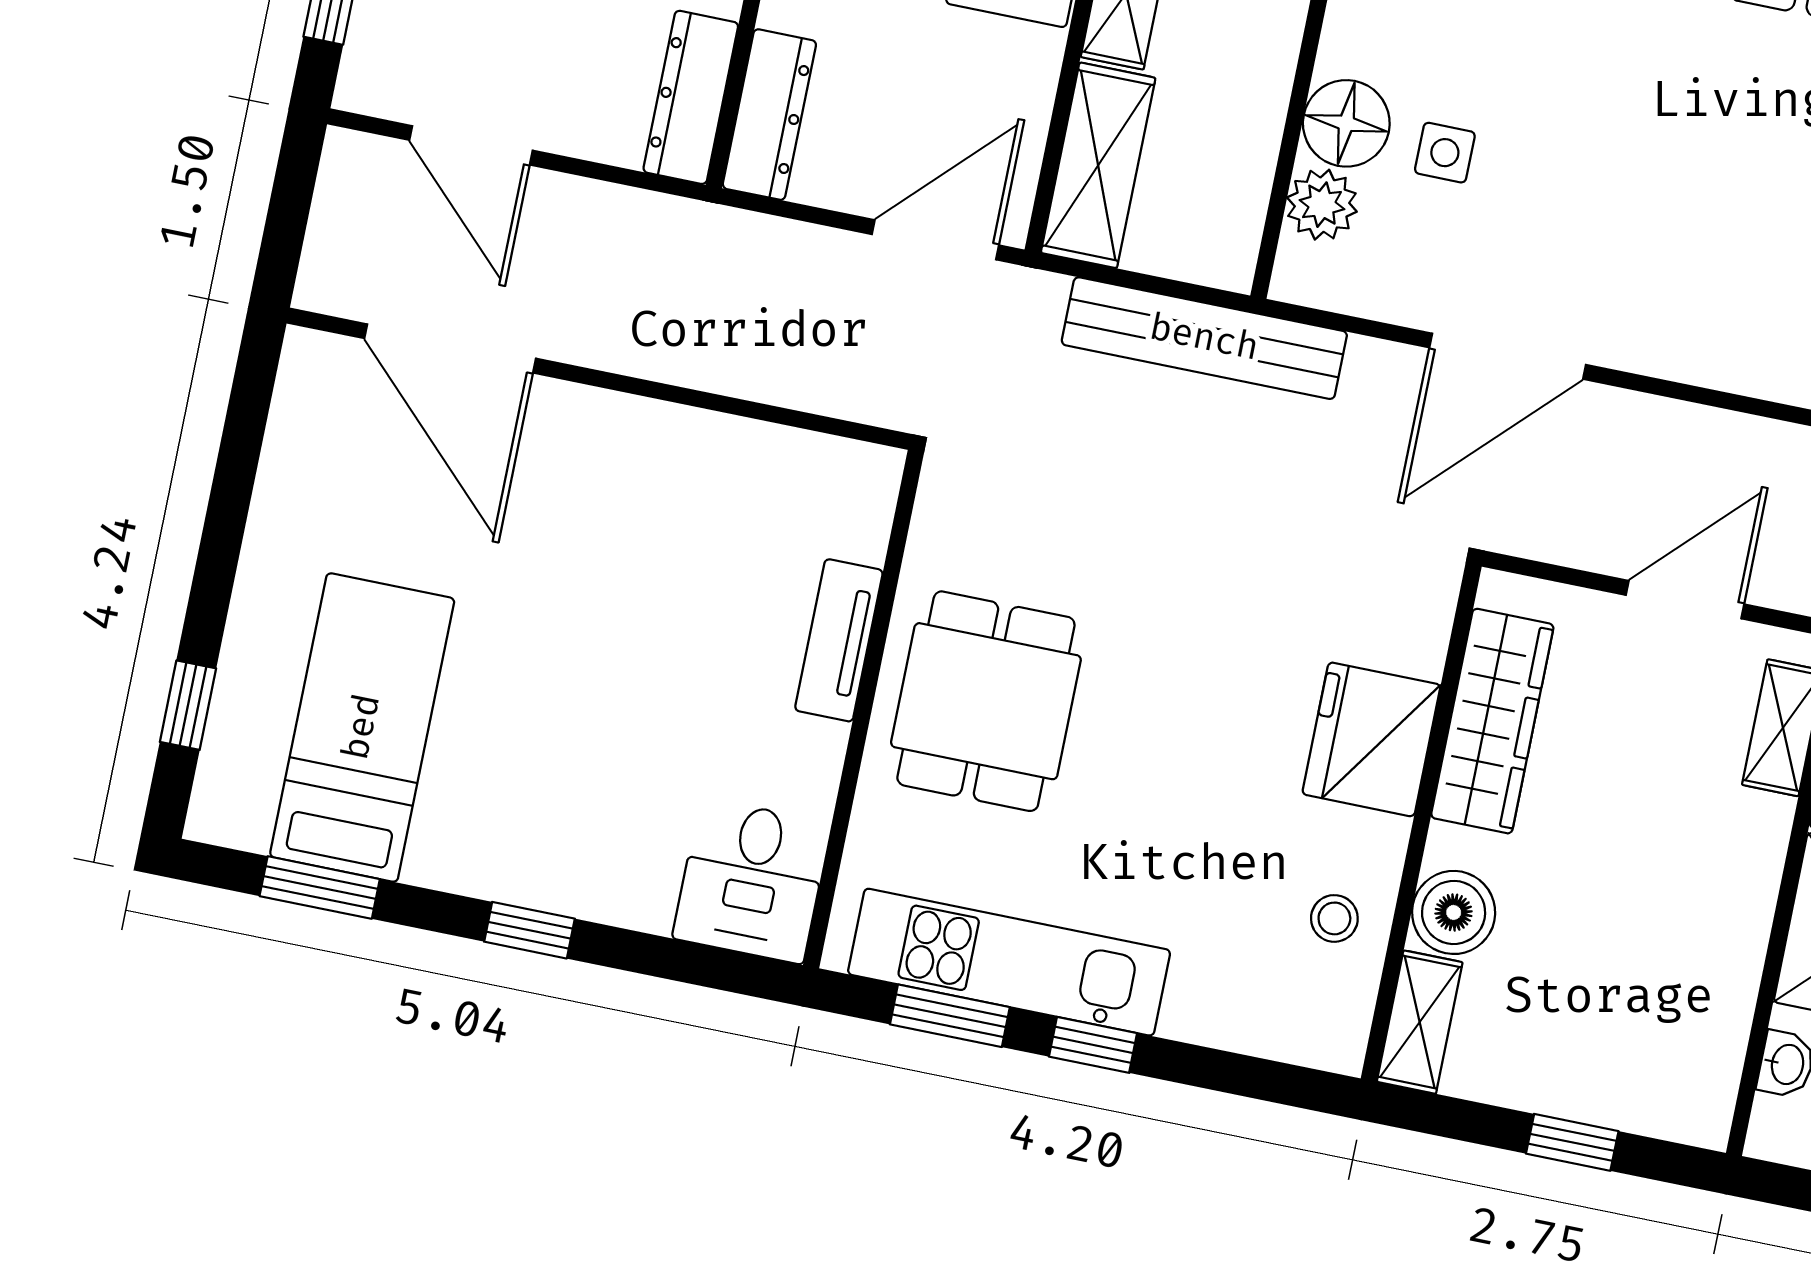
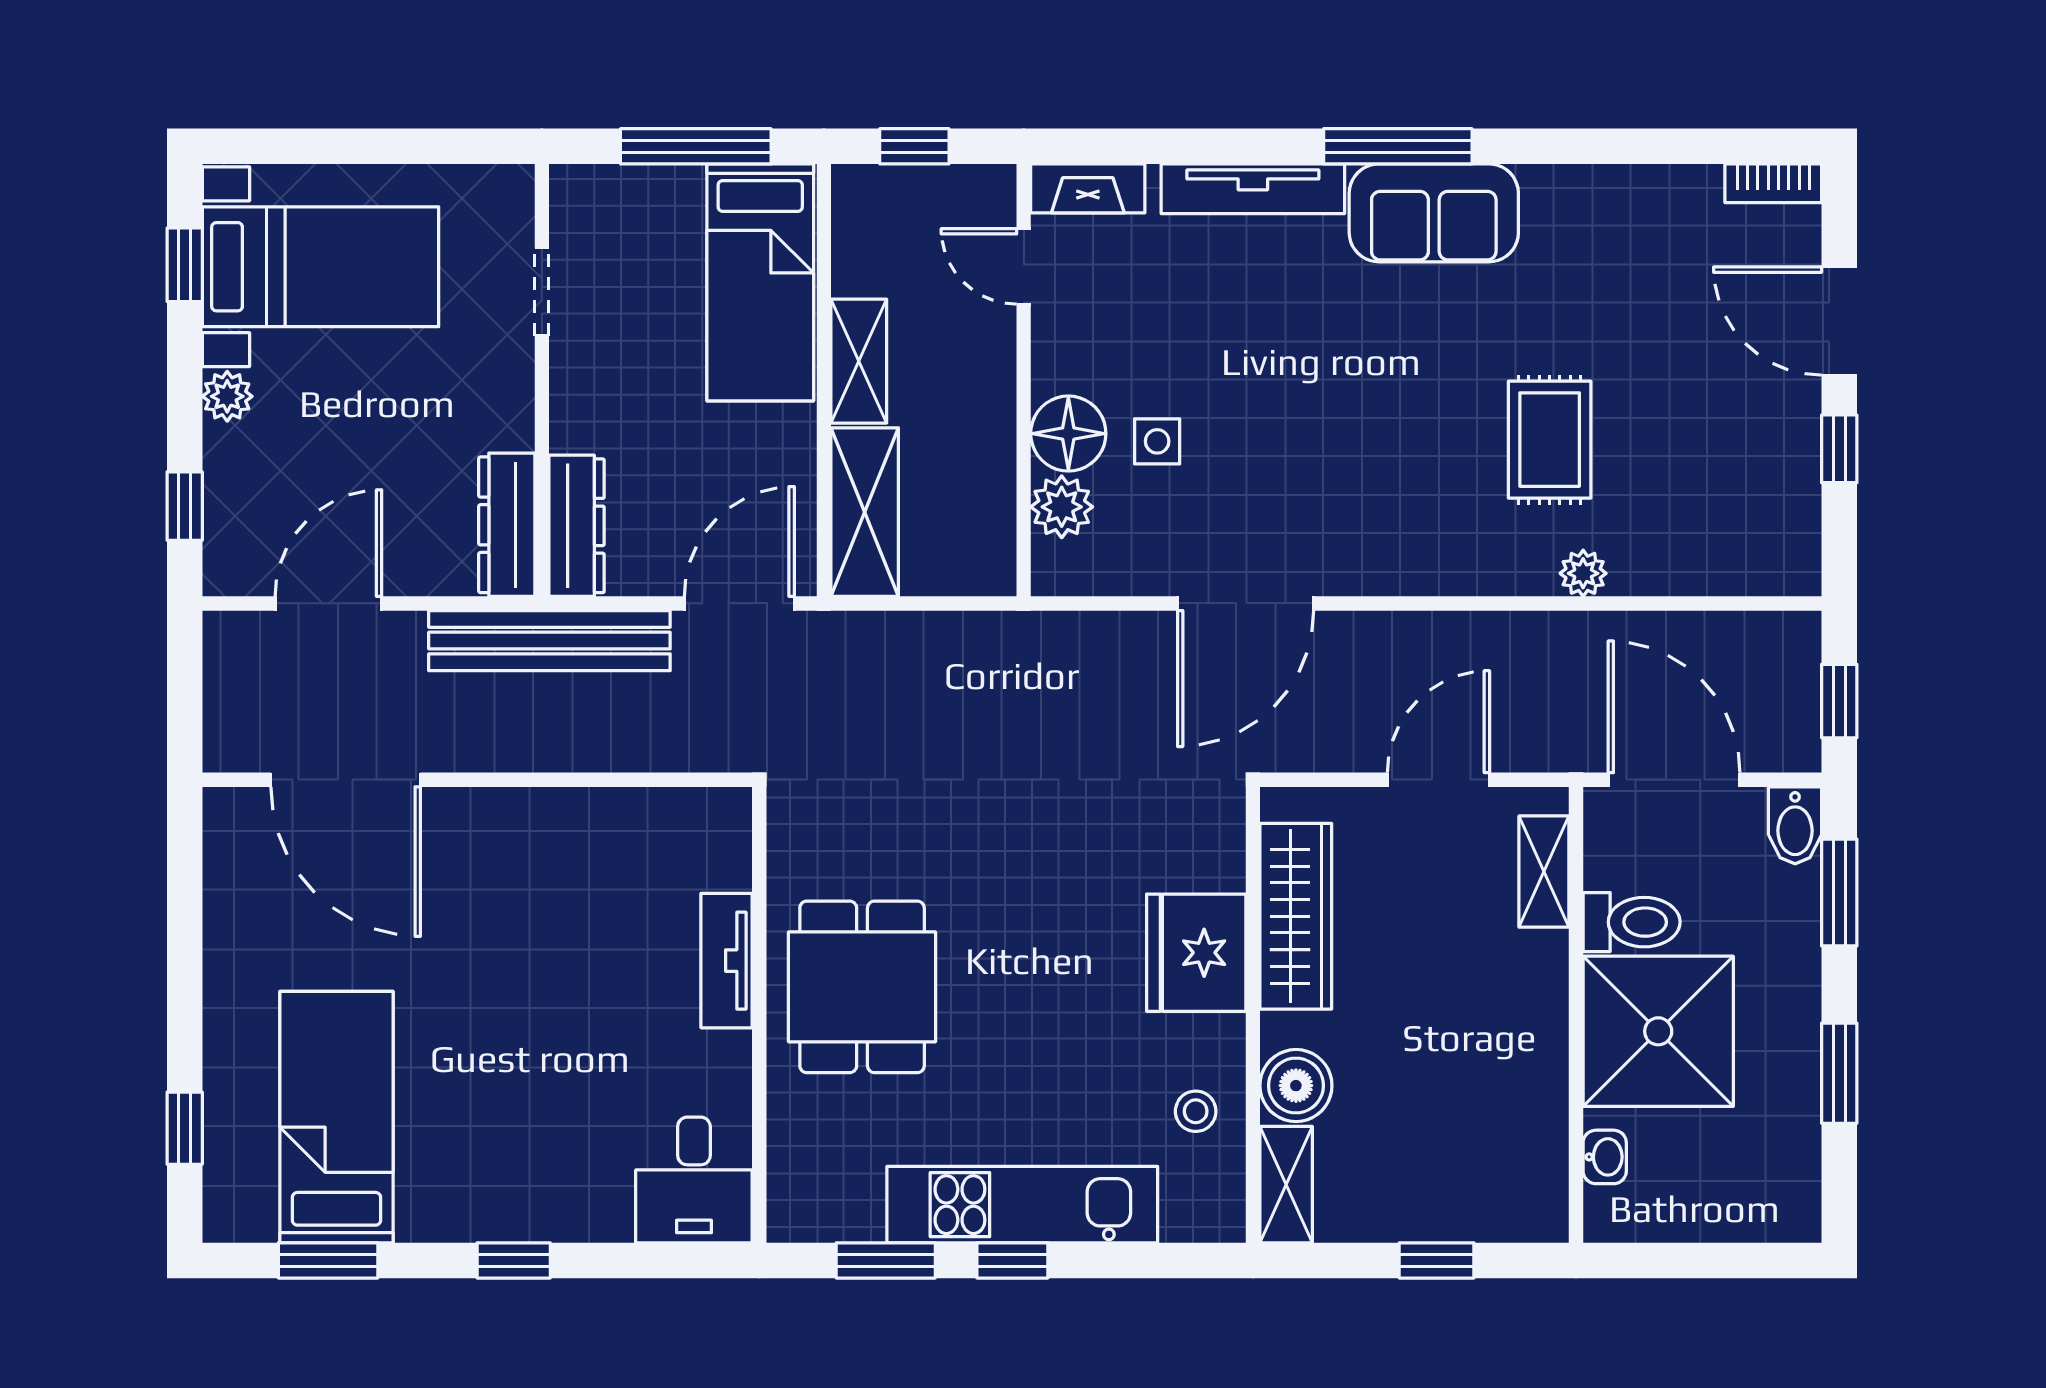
door: (471, 145) -> (328, 603), swing flipped
bench: (1204, 338) -> (549, 641), moved
kitchen unit: (1009, 962) -> (1022, 1205), moved

